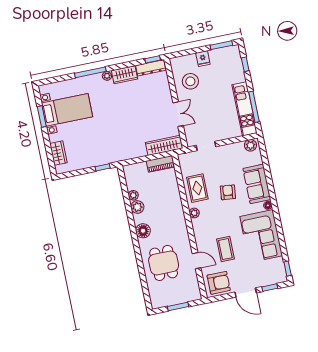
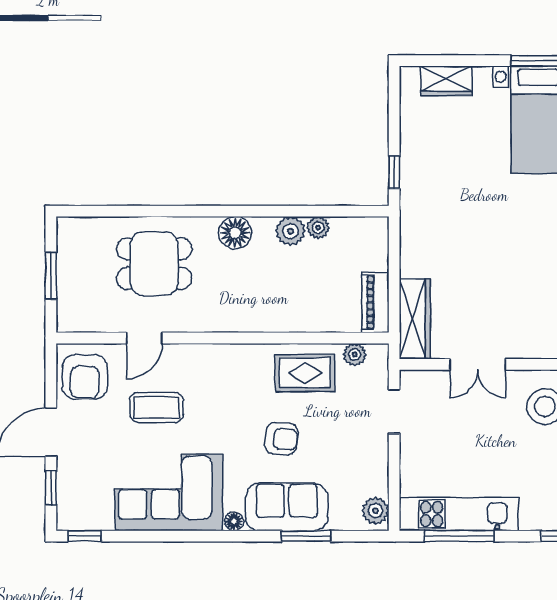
window: (268, 173) -> (306, 536), added
plant: (194, 213) -> (355, 355), moved

